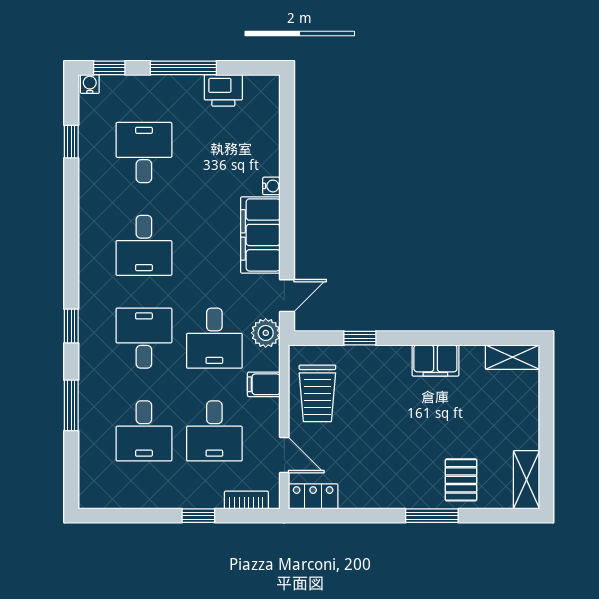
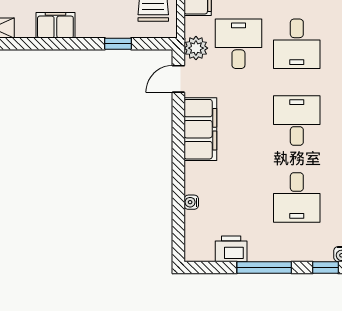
water cooler: (271, 186) -> (191, 202), moved

